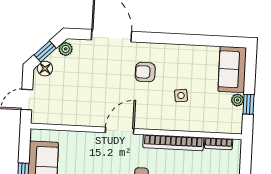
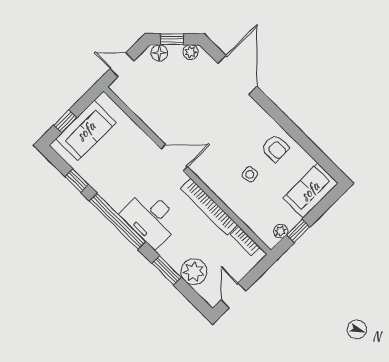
armchair: (145, 72) -> (275, 148), moved, turned 180
plant: (238, 100) -> (281, 231), moved

